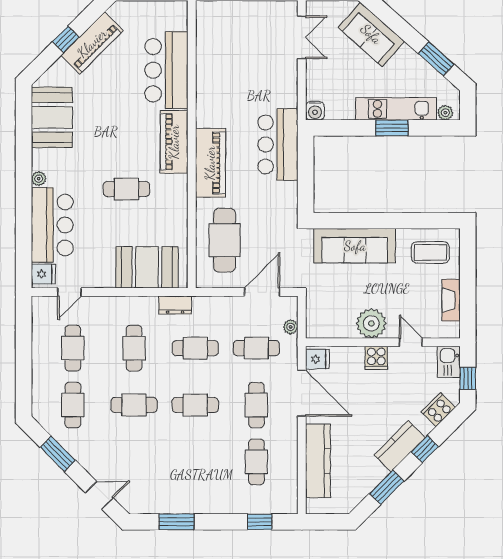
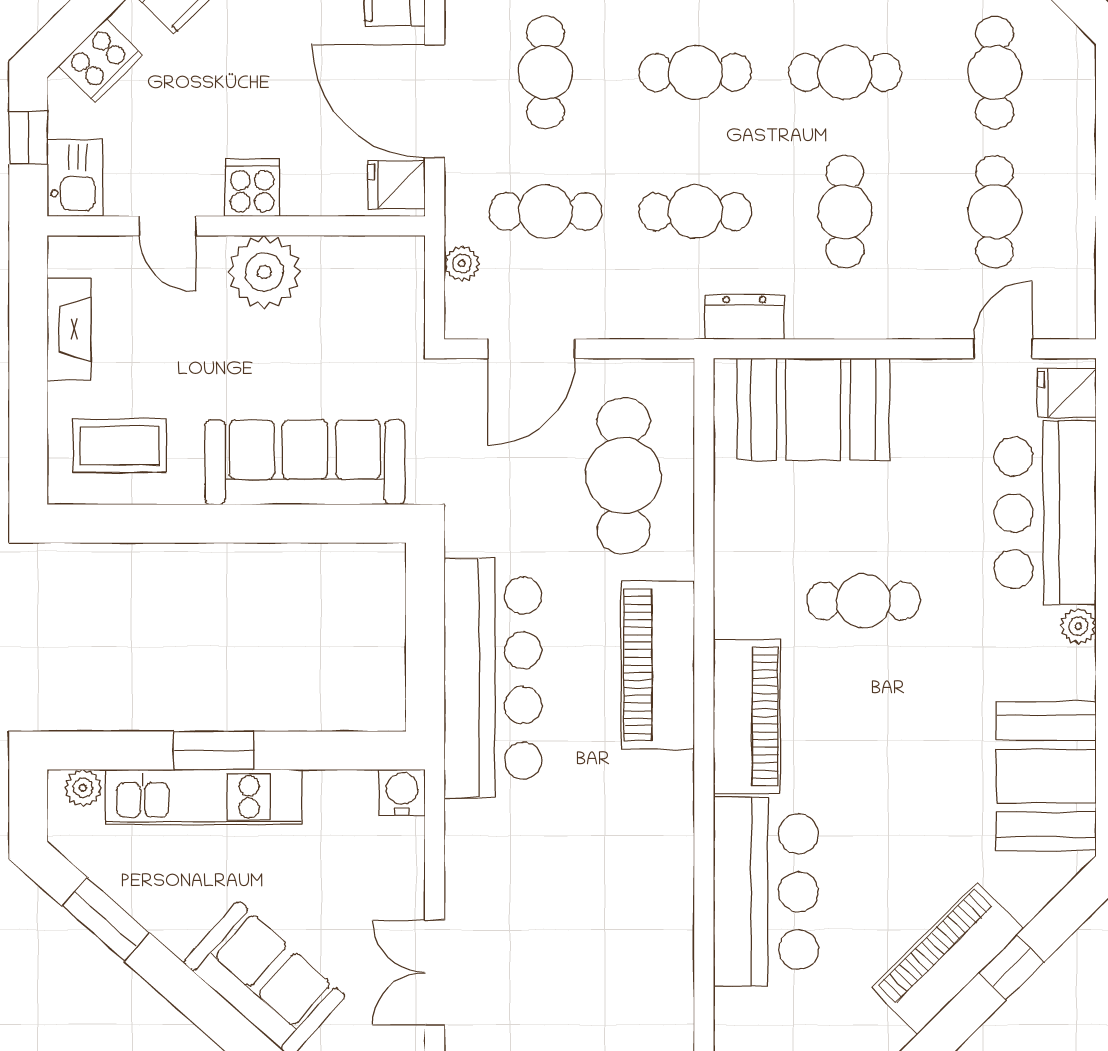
bar counter: (278, 145) -> (493, 678), width x1.36

